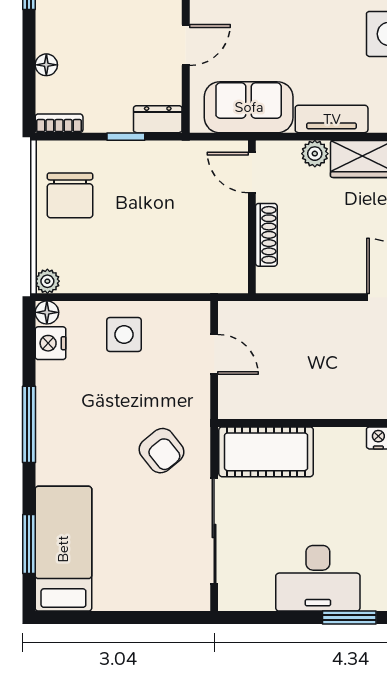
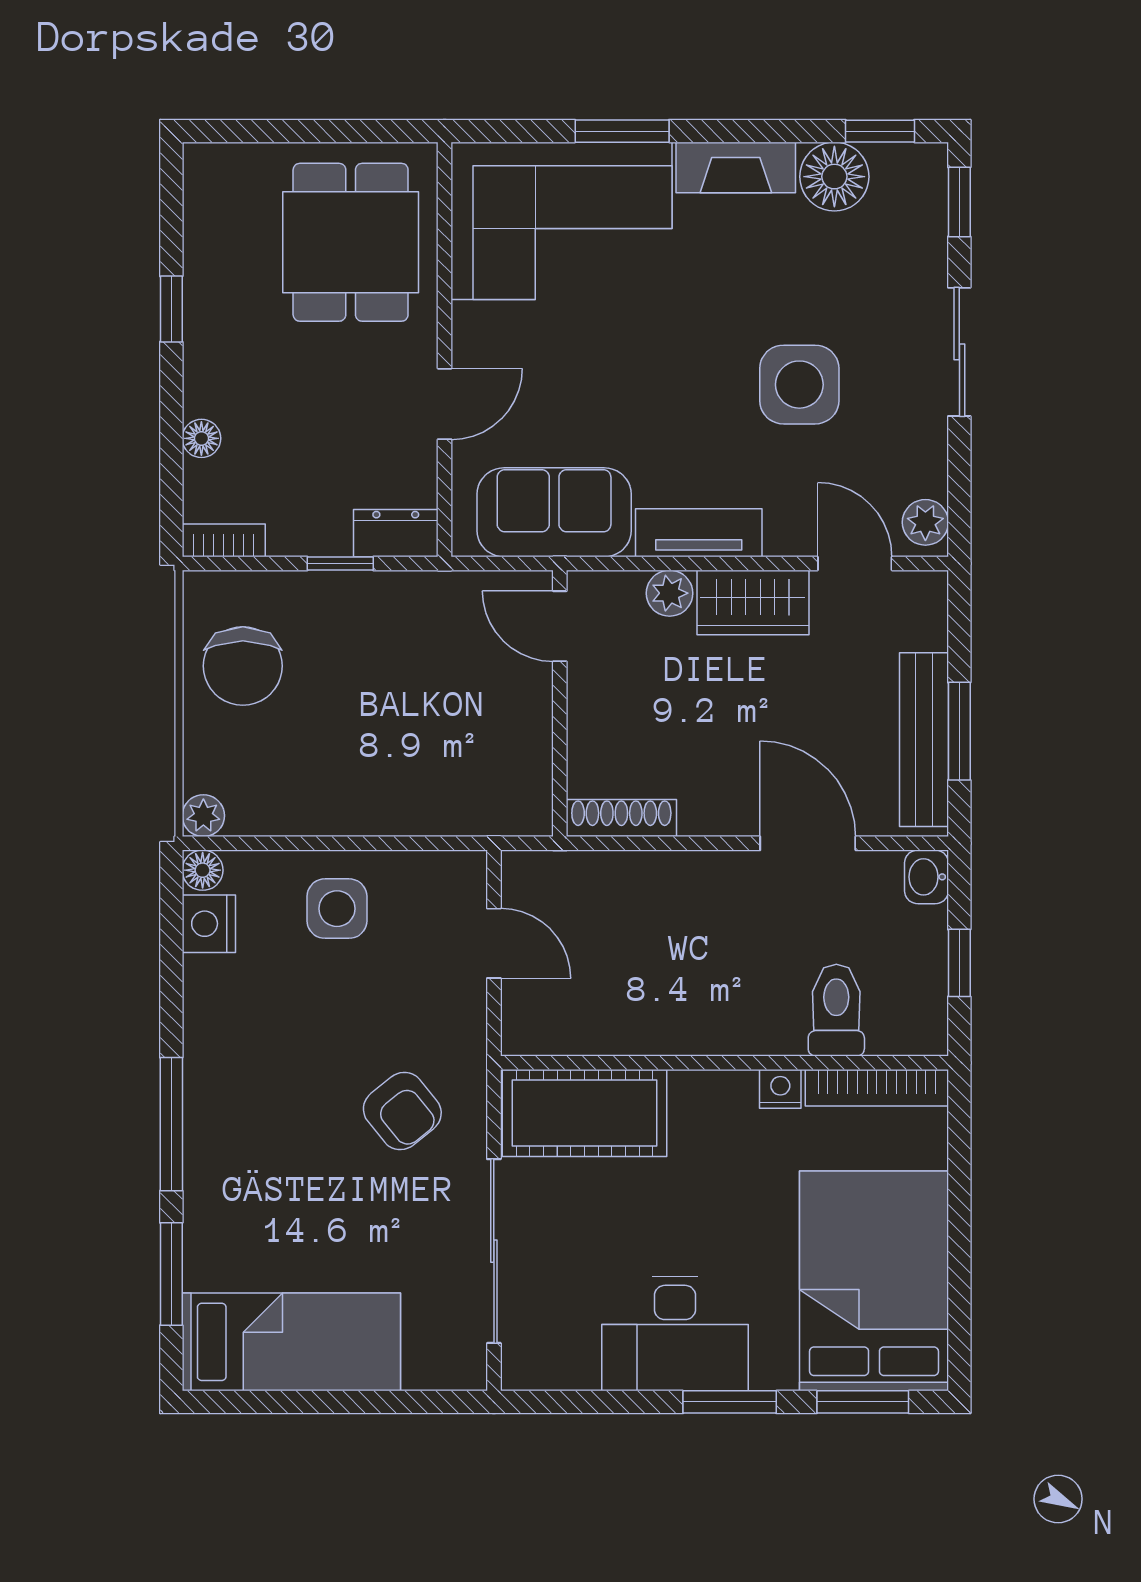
shoe rack: (266, 235) -> (621, 818), moved, turned -90
window: (29, 424) -> (171, 1124), moved
bed: (63, 549) -> (291, 1342), moved, turned 90

